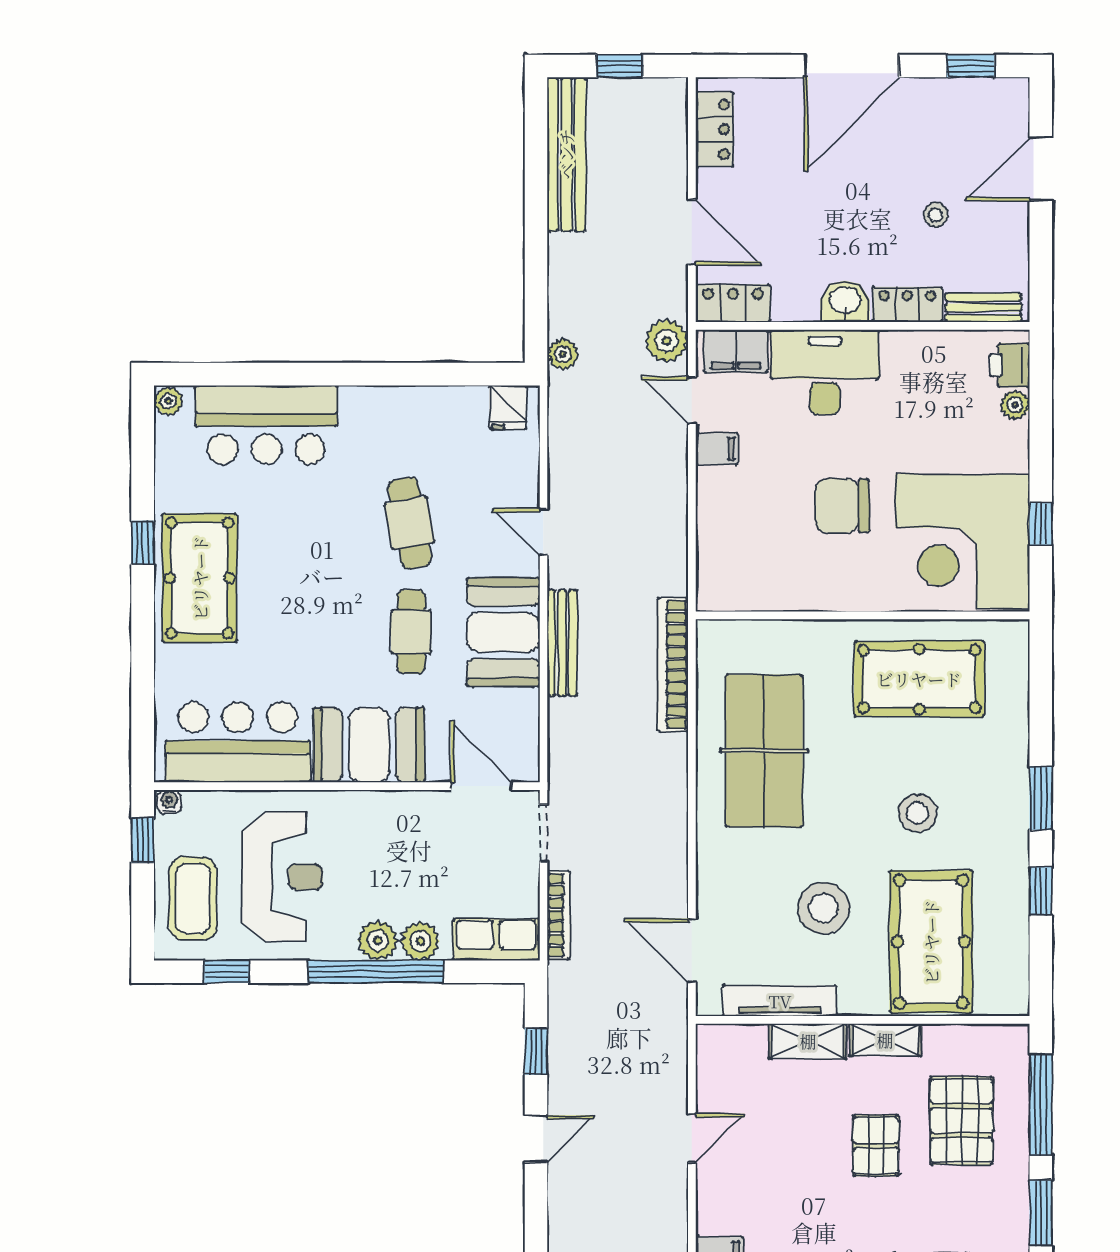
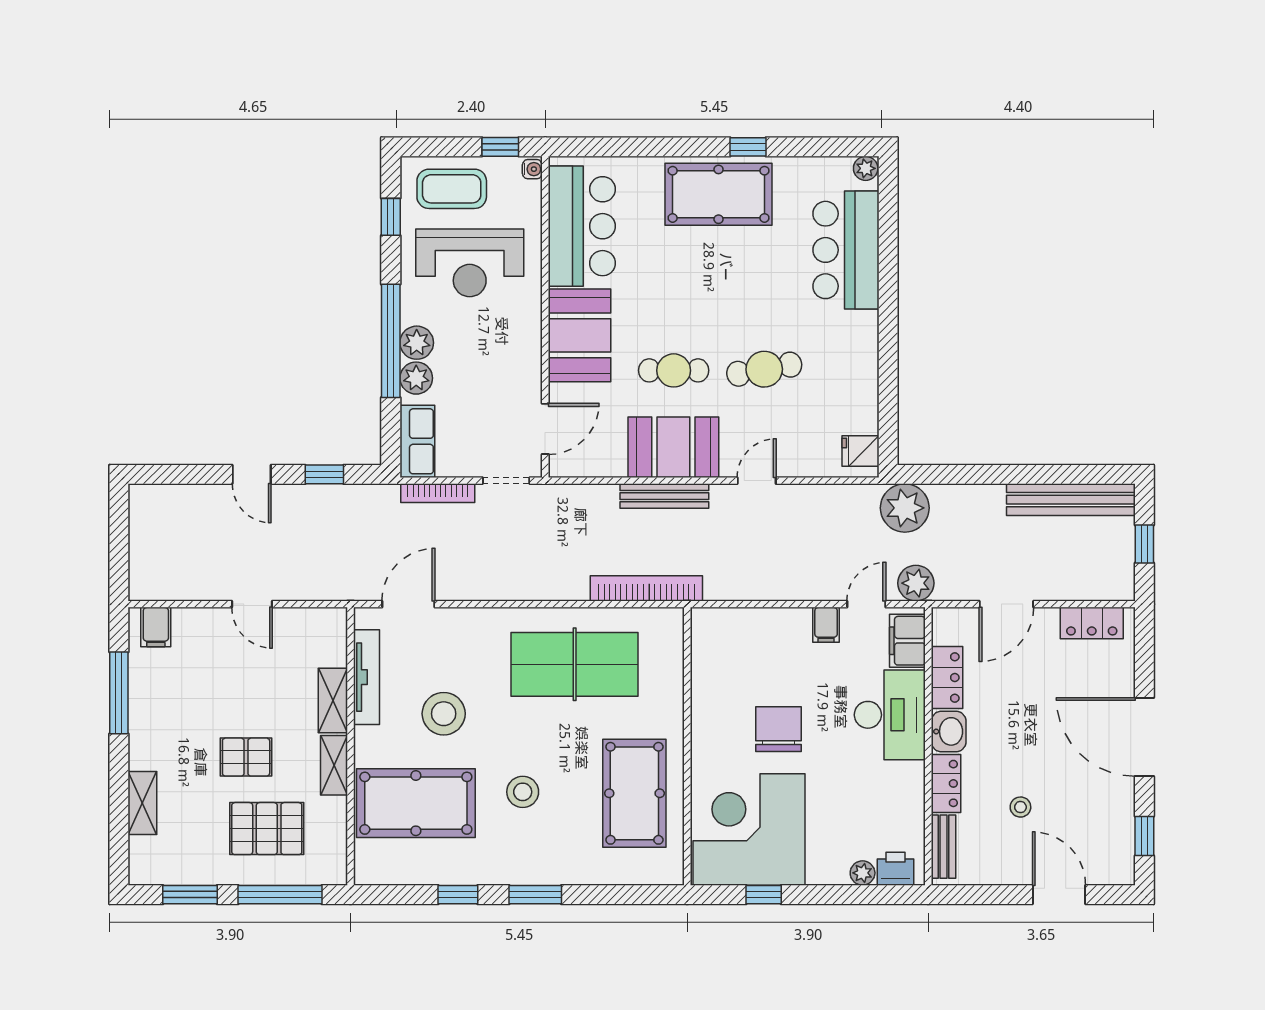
locker: (733, 303) -> (947, 678), moved
plant: (563, 354) -> (905, 508), width x1.87, depth x1.87

